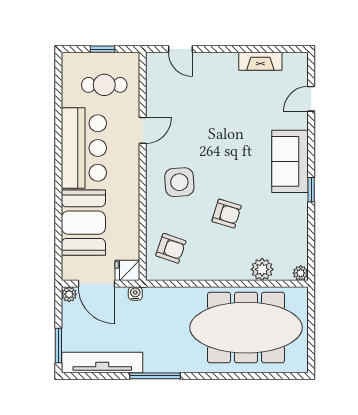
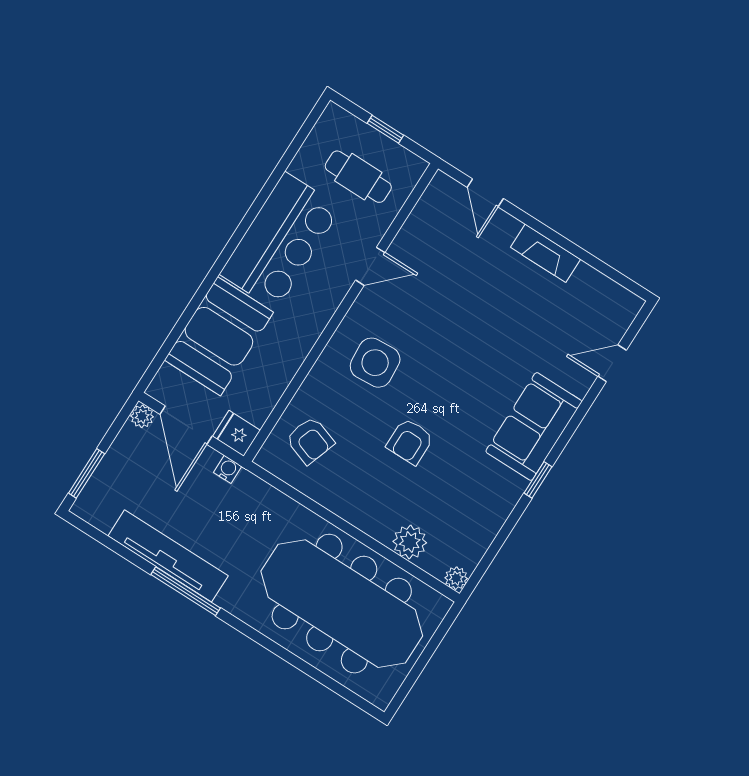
fireplace: (260, 61) -> (545, 253), moved
armchair: (227, 214) -> (410, 441), turned 73
tv unit: (102, 363) -> (168, 556), moved

